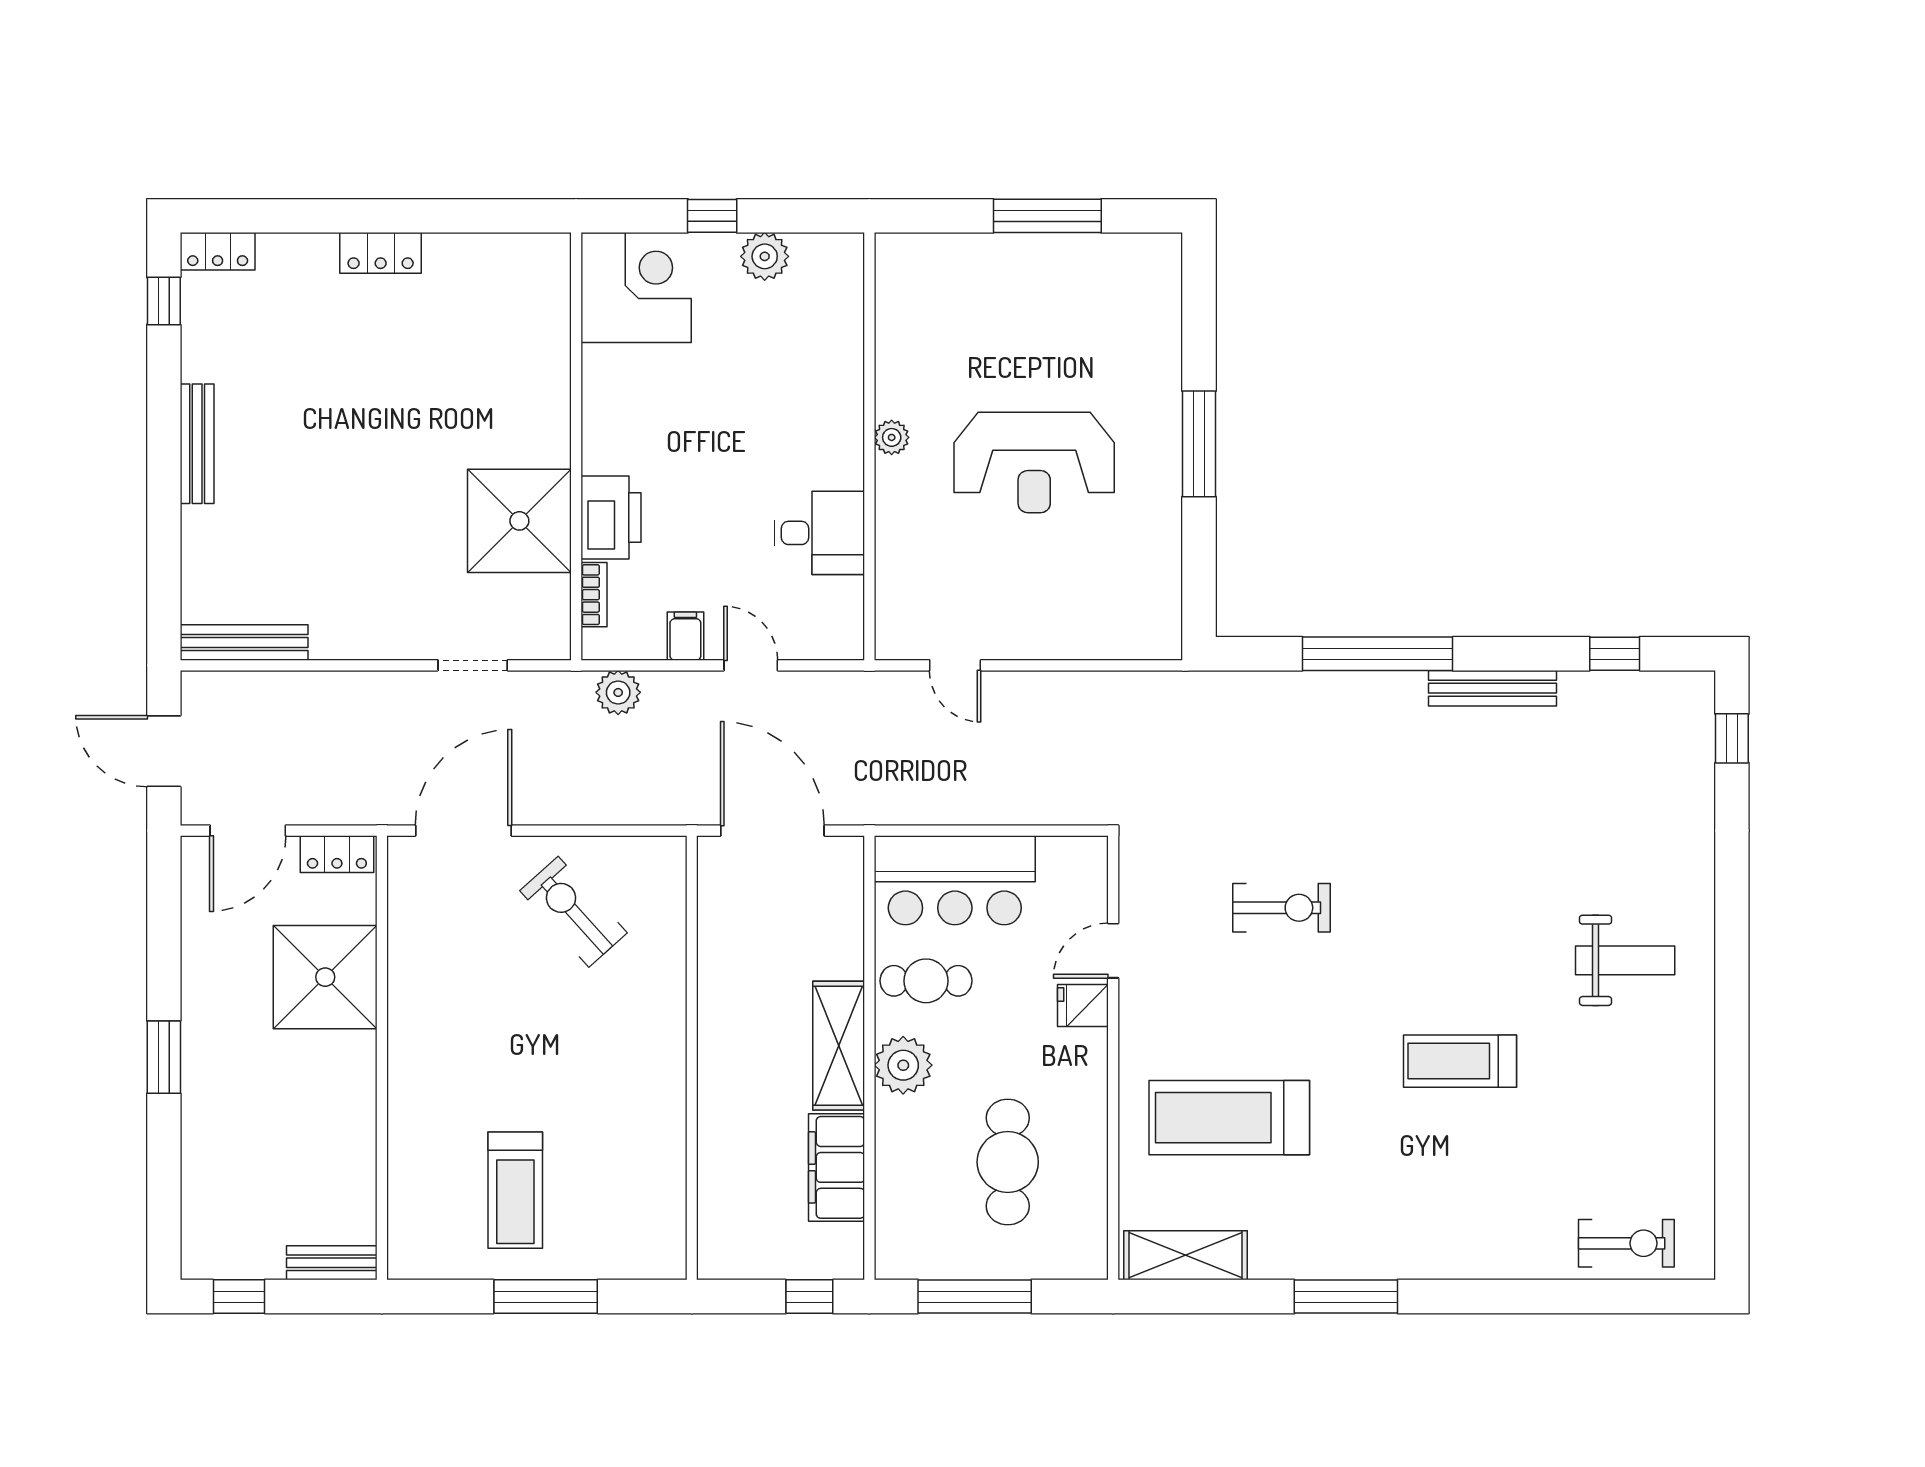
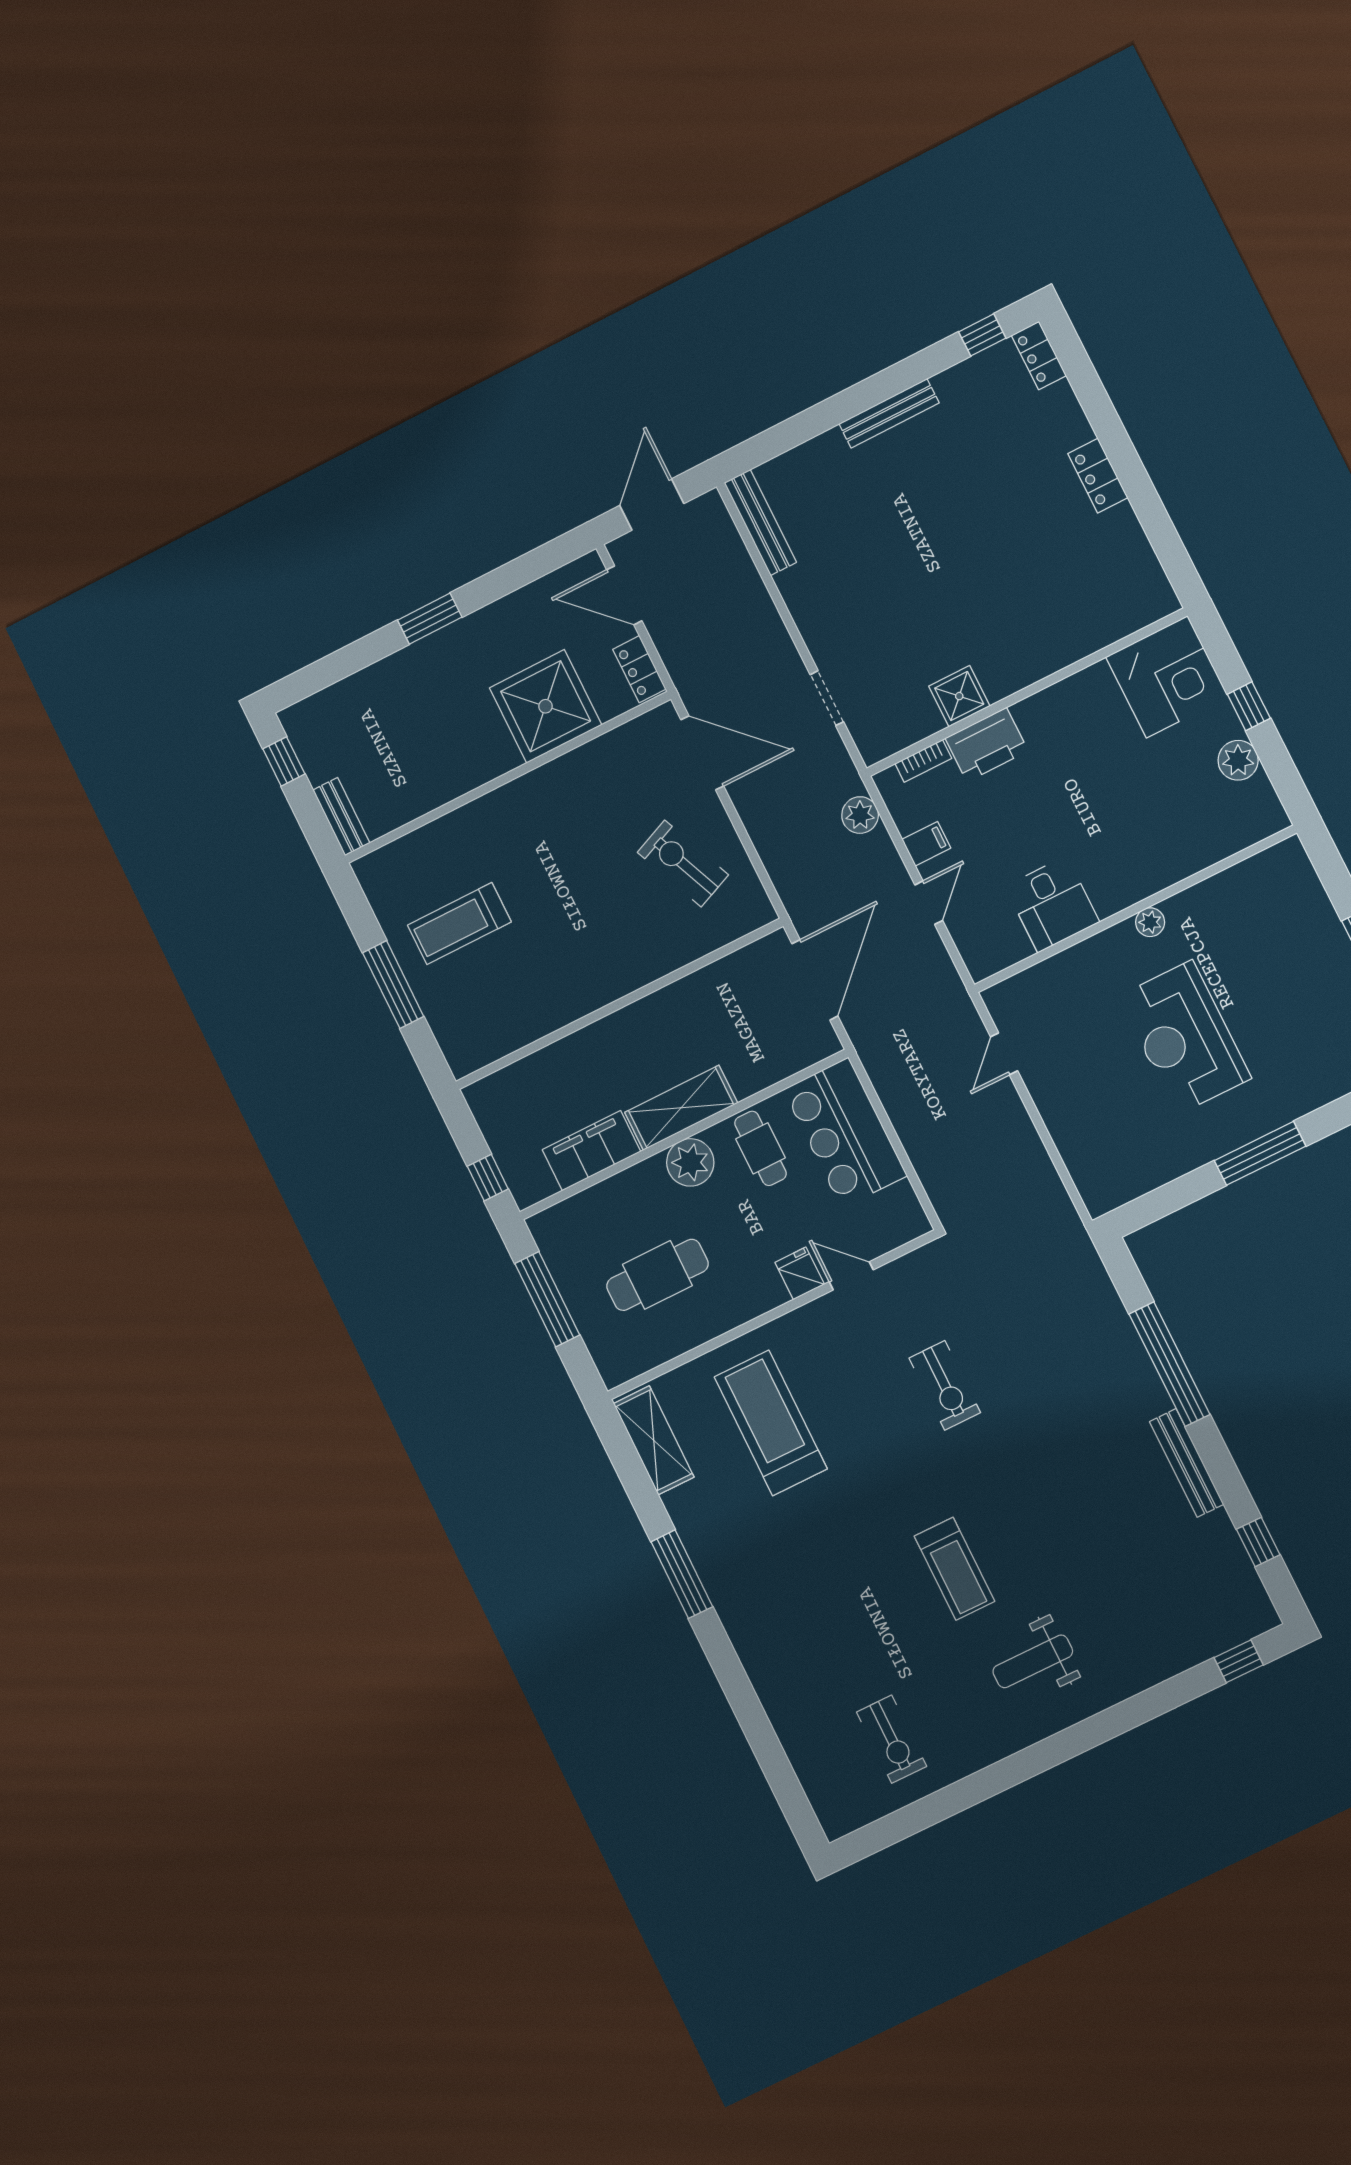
shower: (519, 521) -> (959, 696), width x0.54, depth x0.54
exercise bike: (573, 912) -> (683, 864), turned -71
weight bench: (1625, 960) -> (1033, 1661), turned 90
treadmill: (1460, 1061) -> (954, 1569), moved, turned 180
exercise bike: (1626, 1243) -> (892, 1739), moved

